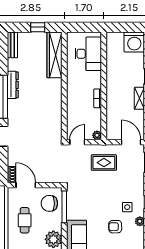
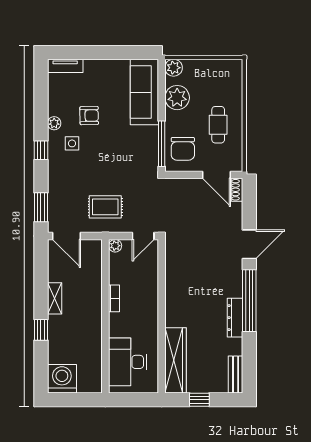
chair: (49, 203) -> (183, 149), turned 90

